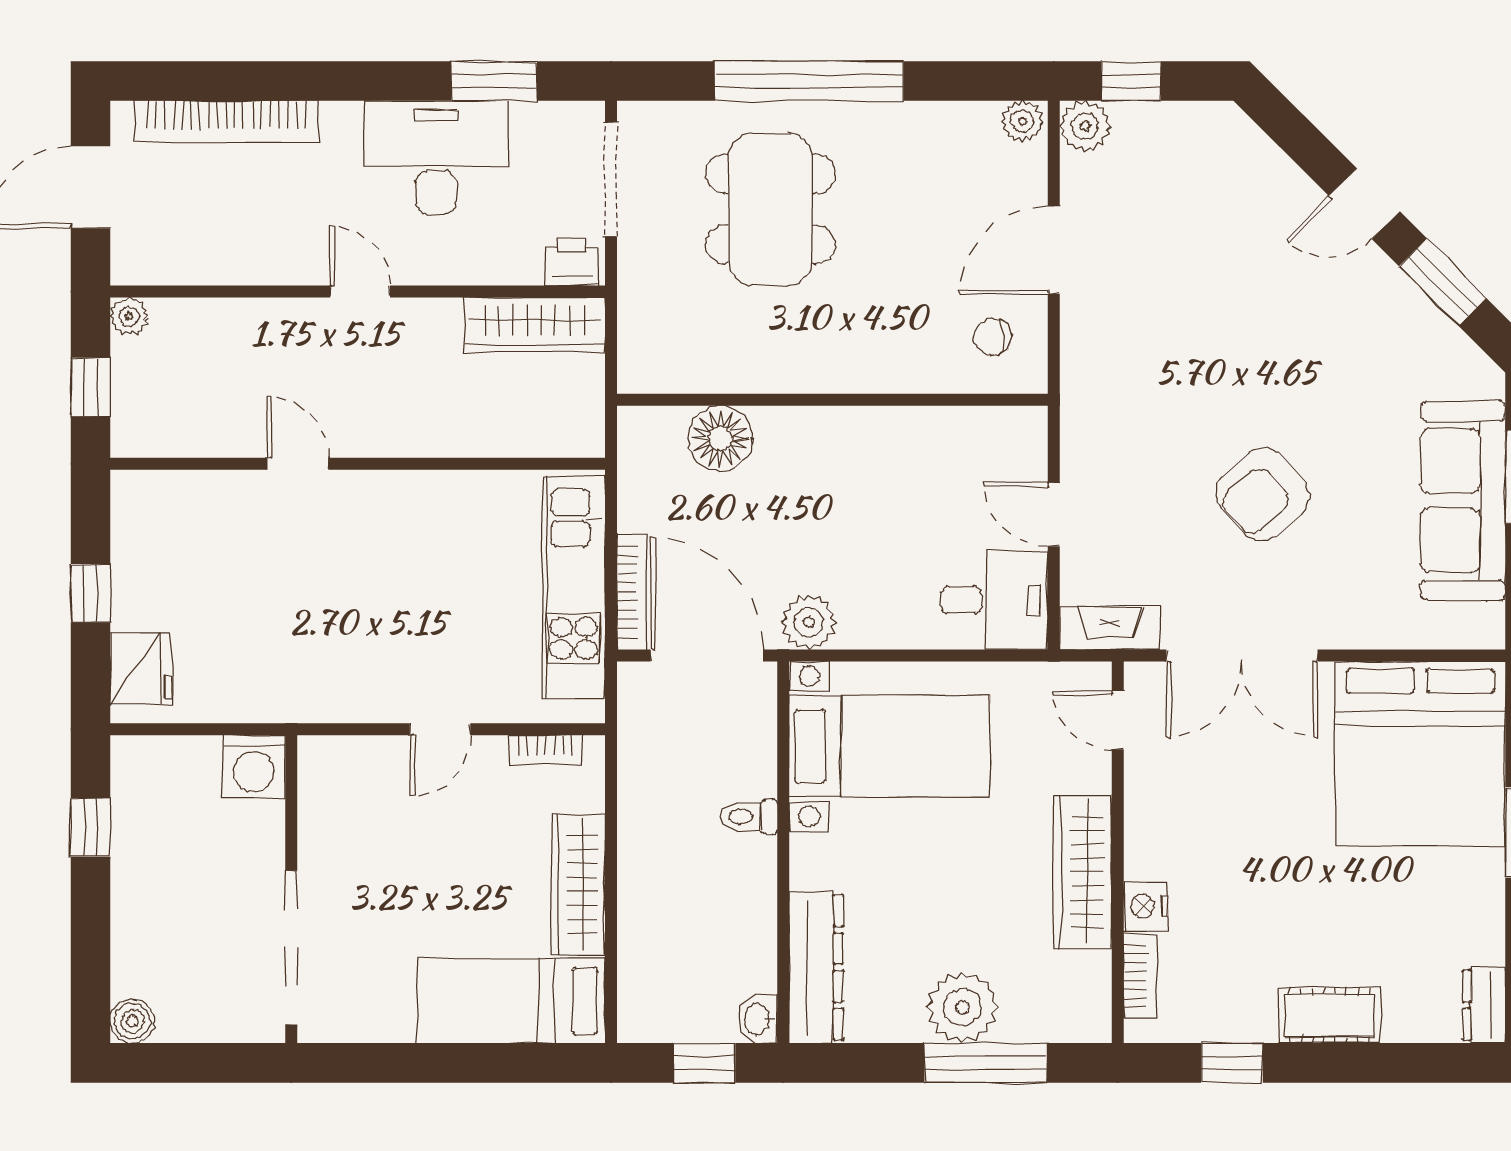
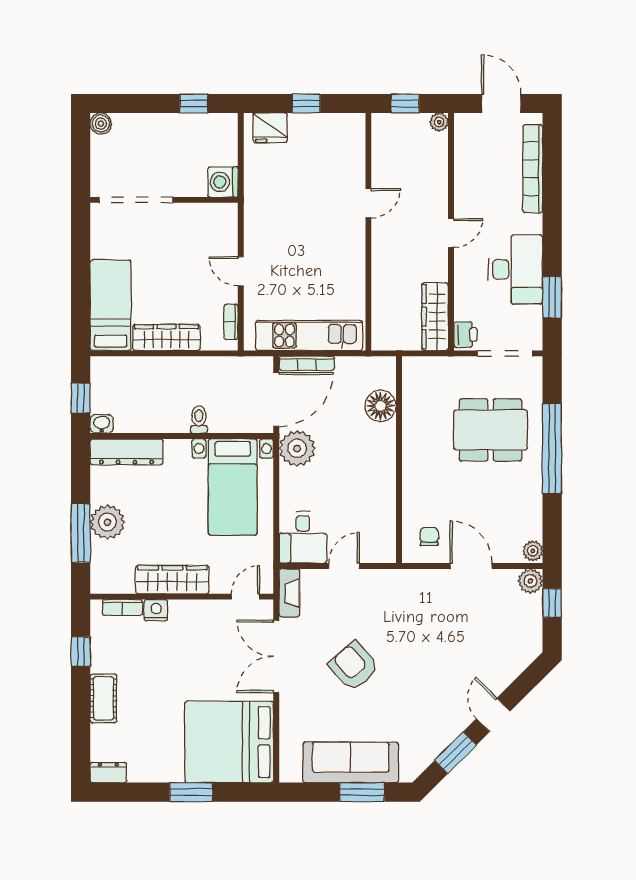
plant: (809, 622) -> (297, 448), width x1.36, depth x1.36

